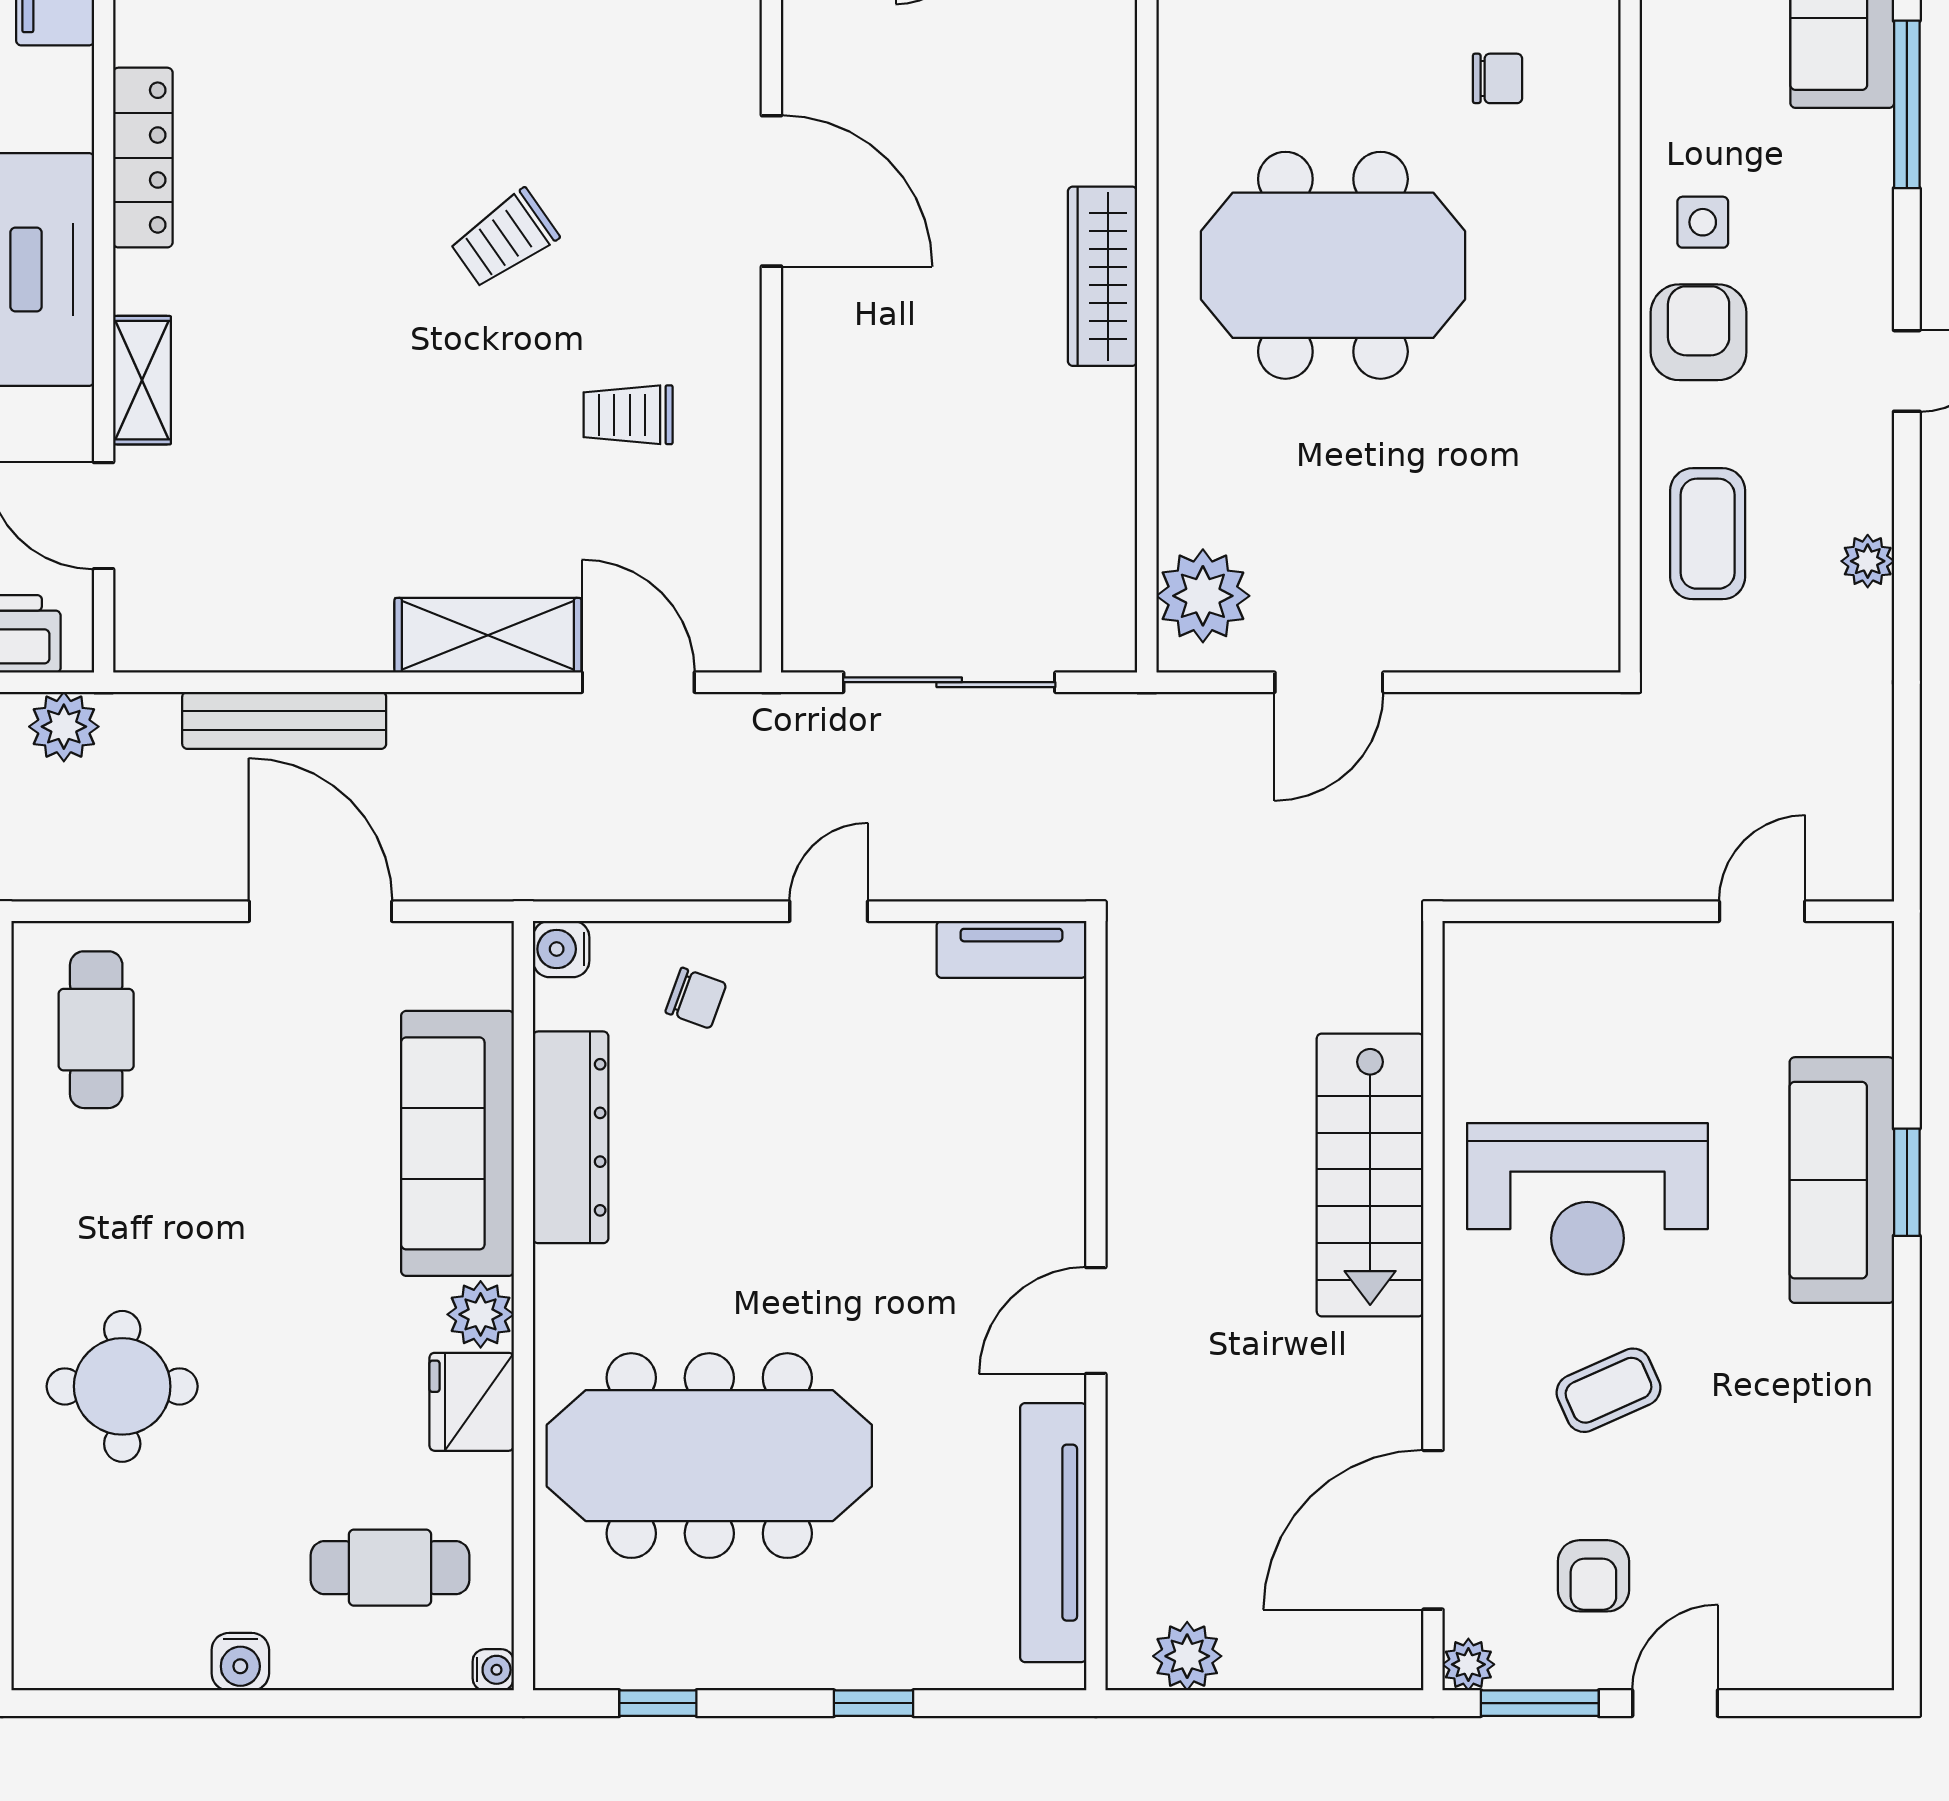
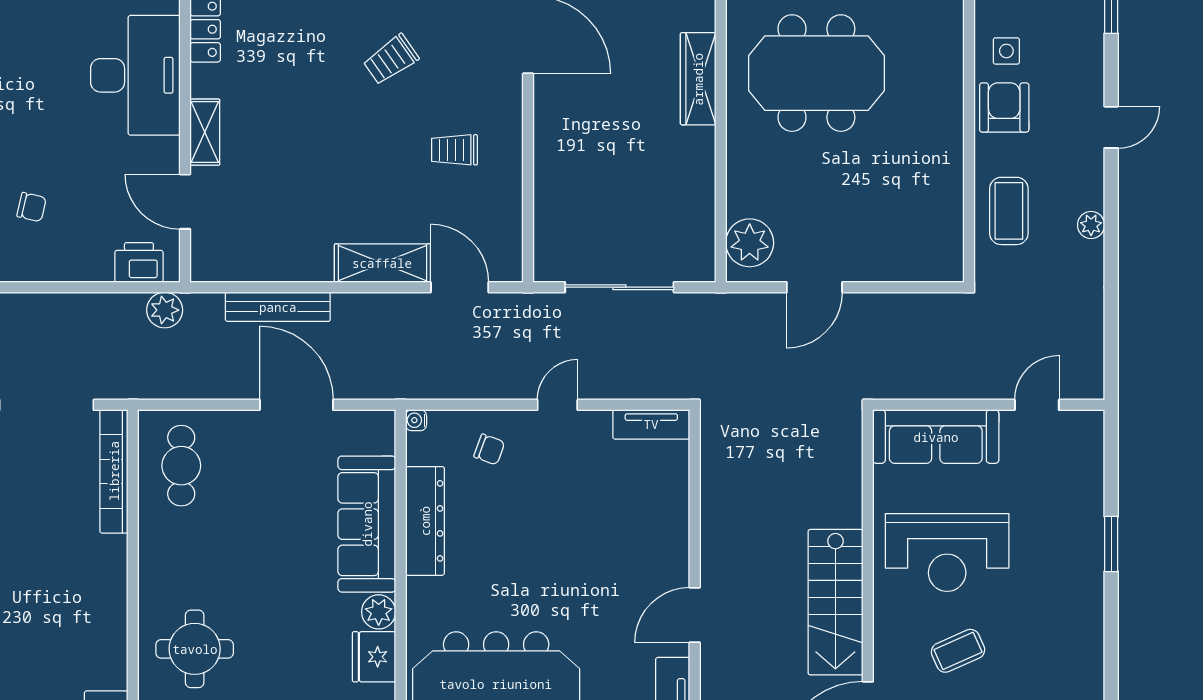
water cooler: (561, 949) -> (416, 420), width x0.72, depth x0.72
stairs: (1370, 1175) -> (835, 602), moved
sofa: (1842, 1180) -> (936, 437), moved, turned -90

